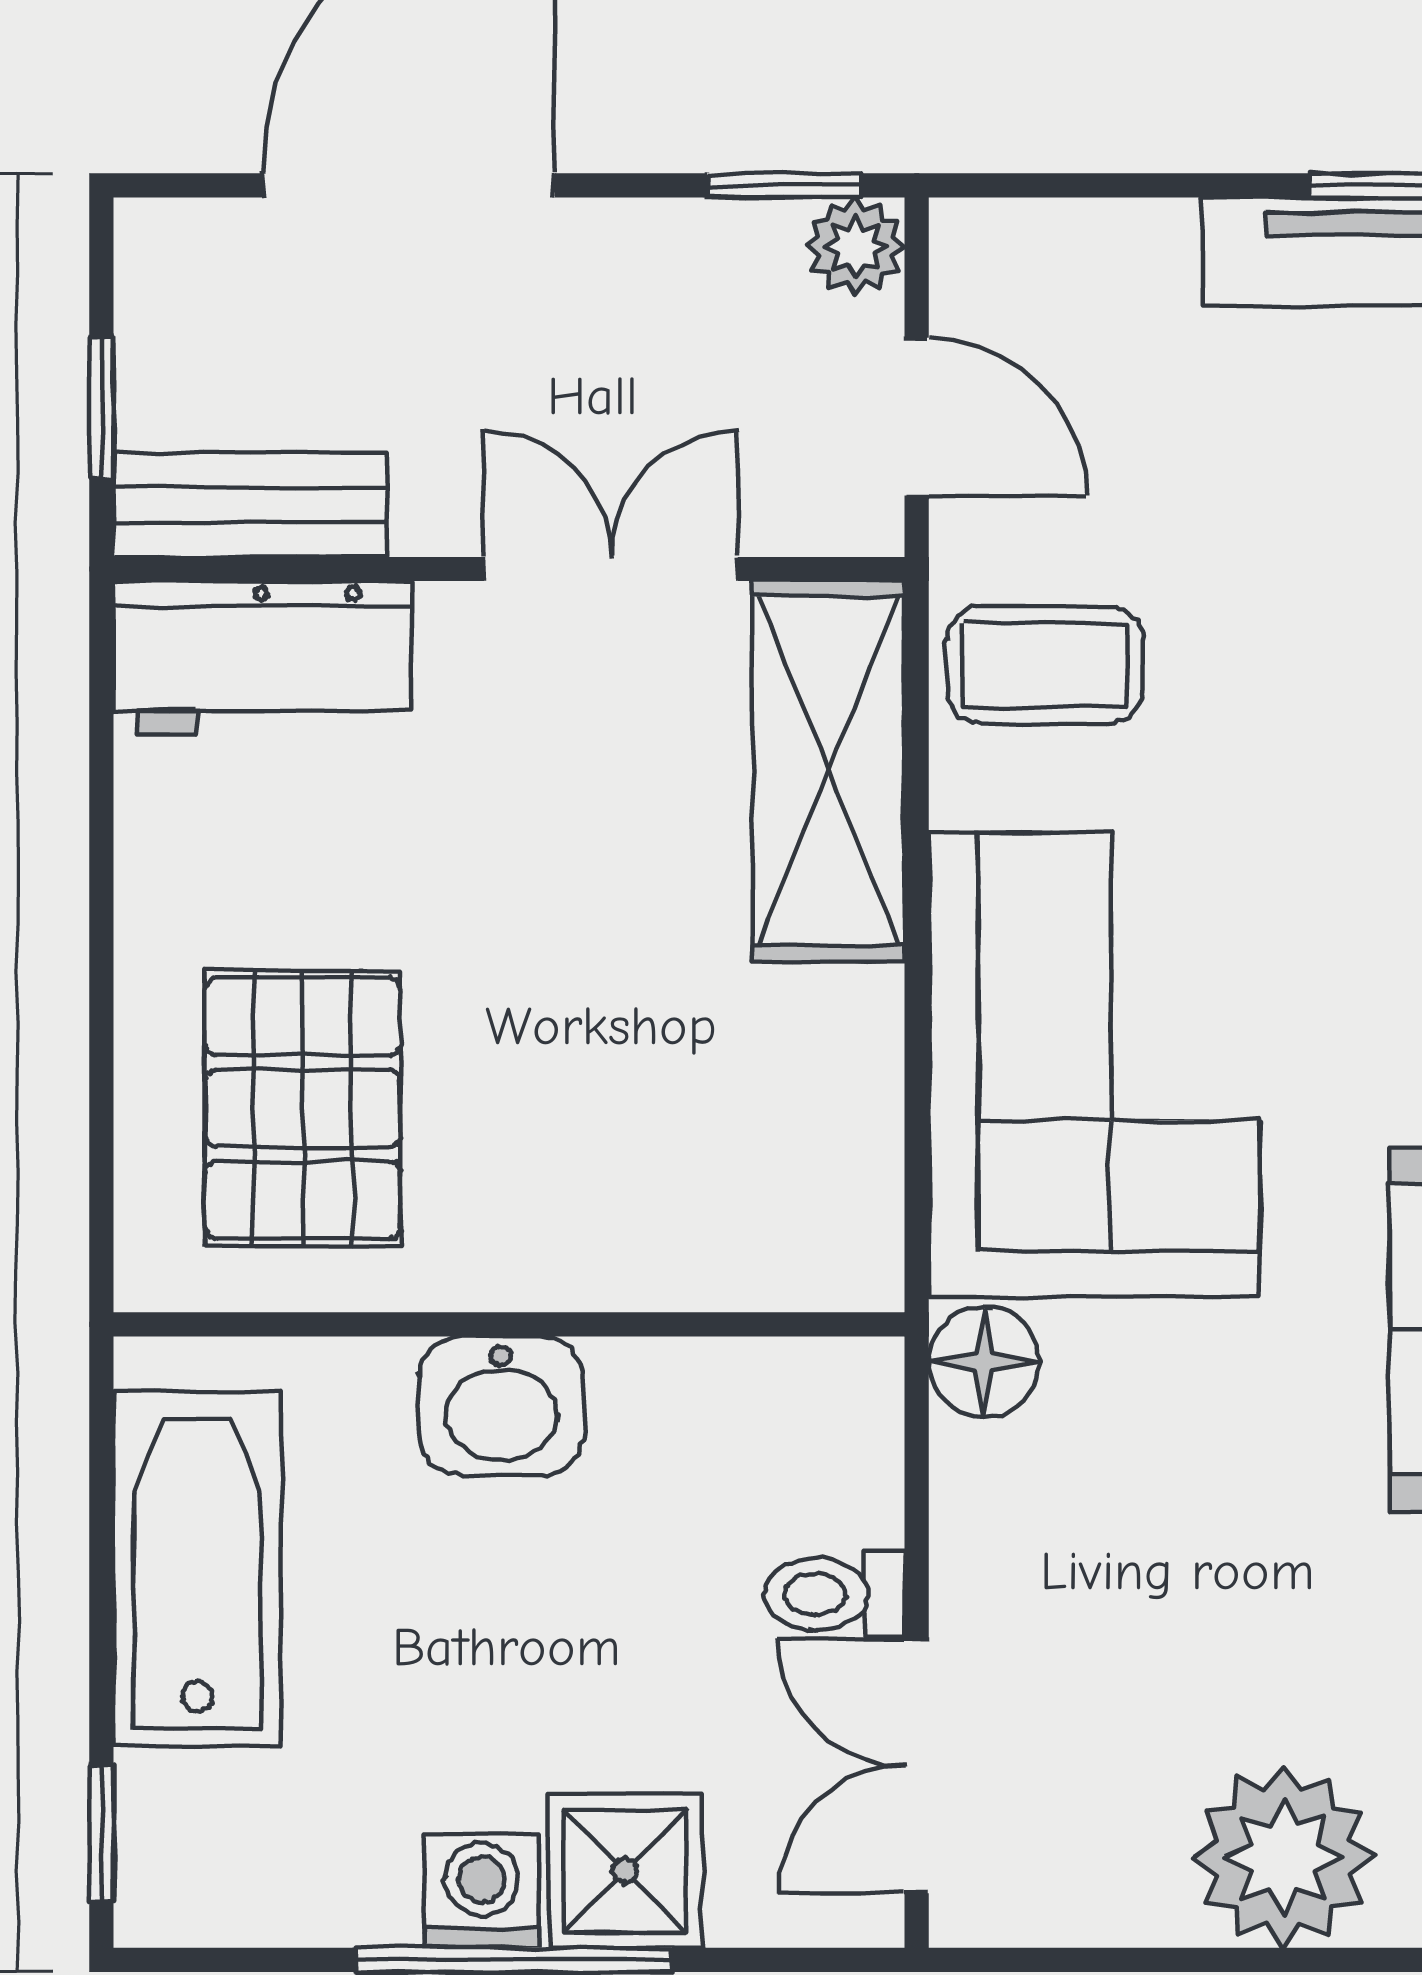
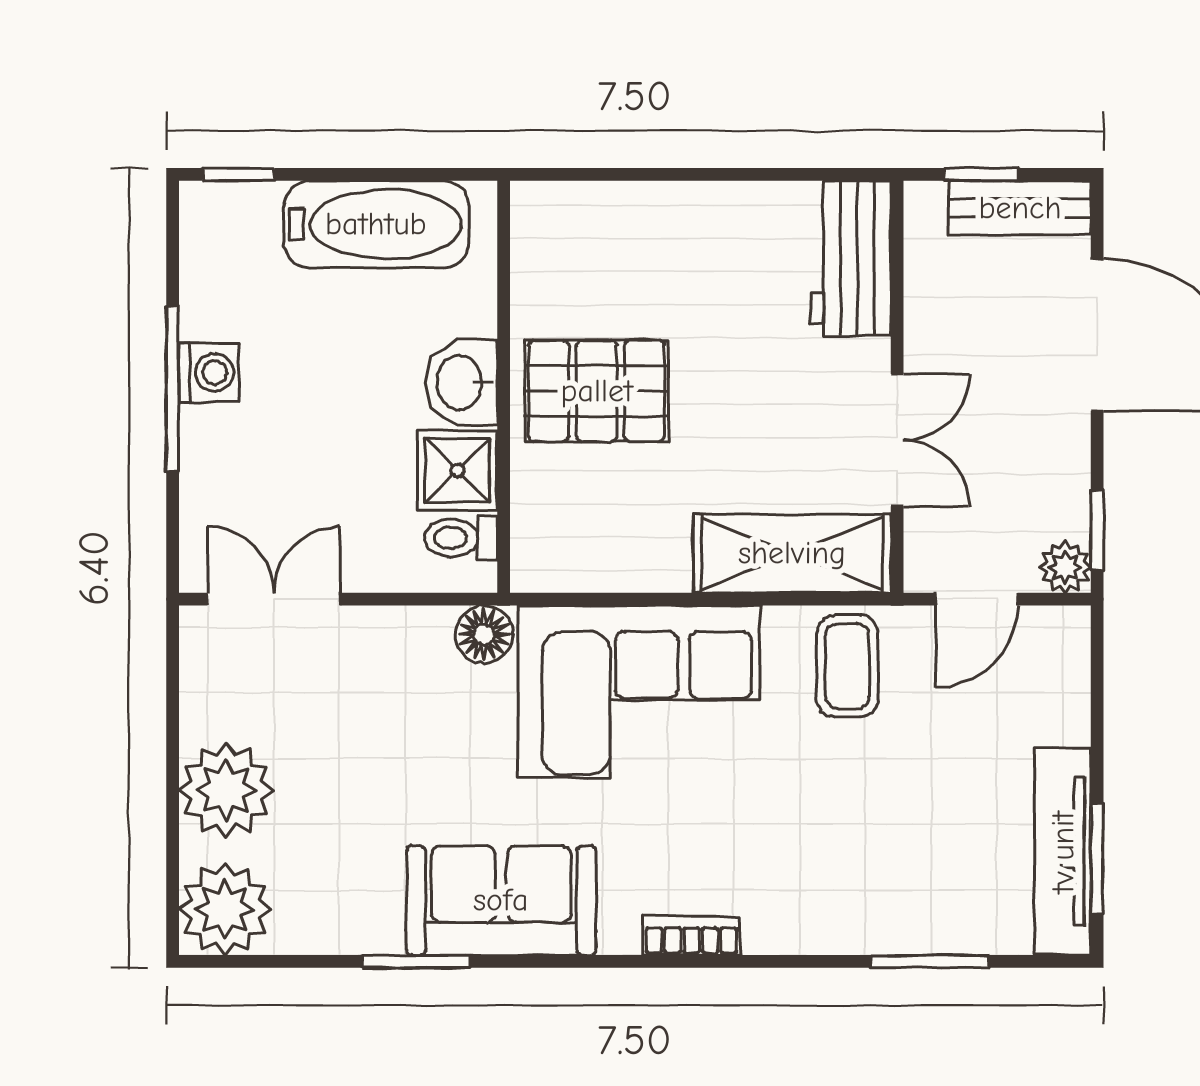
bench: (250, 505) -> (1020, 208), moved, turned 90
pallet: (303, 1108) -> (597, 391), moved
toilet: (835, 1594) -> (461, 538), moved, turned -90
shower: (625, 1871) -> (457, 470), moved

